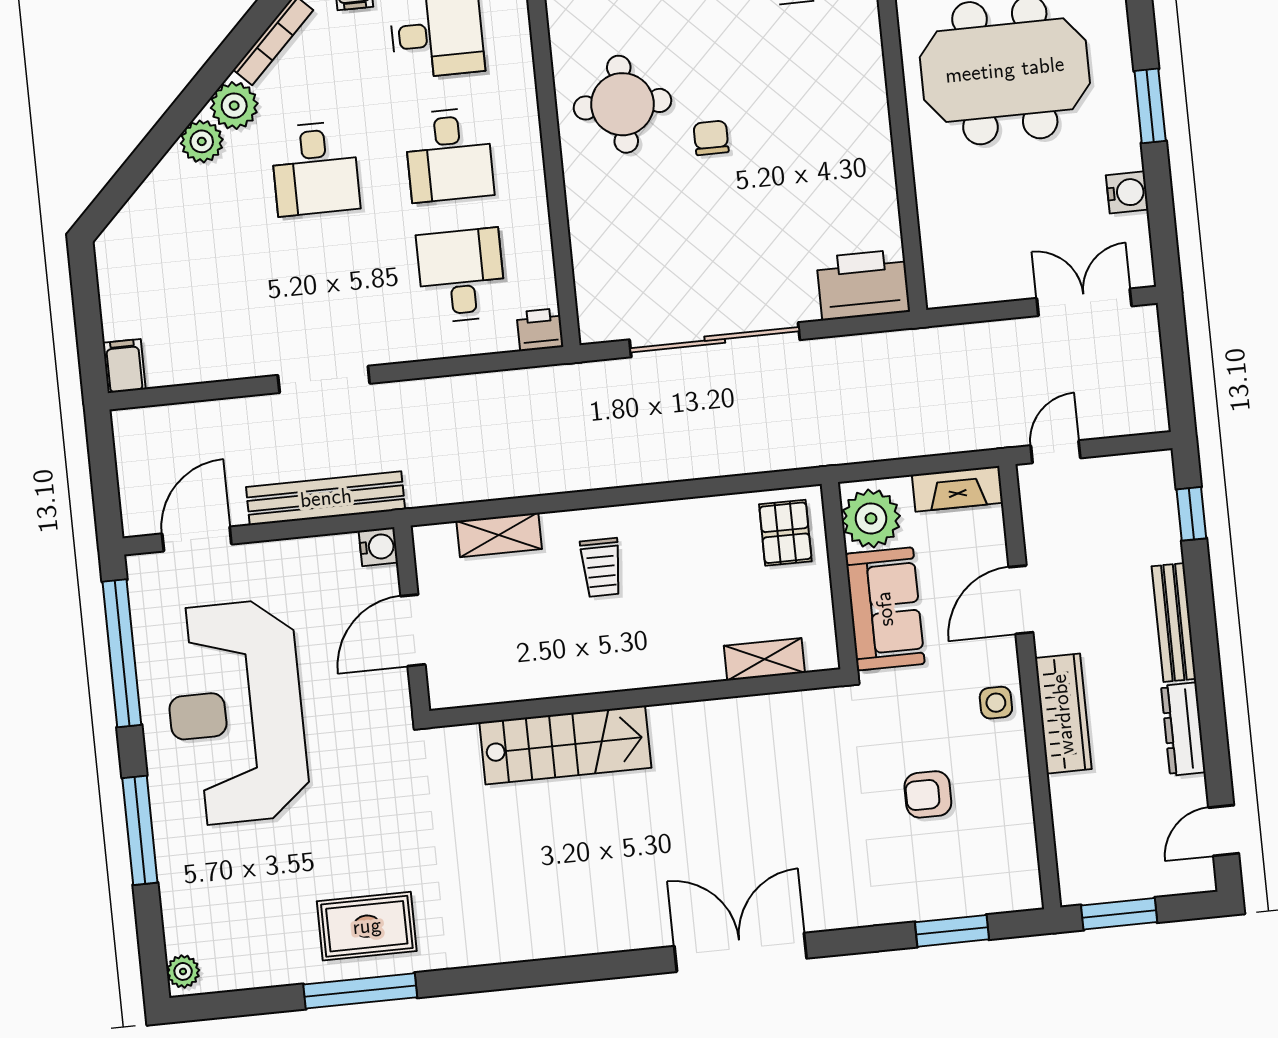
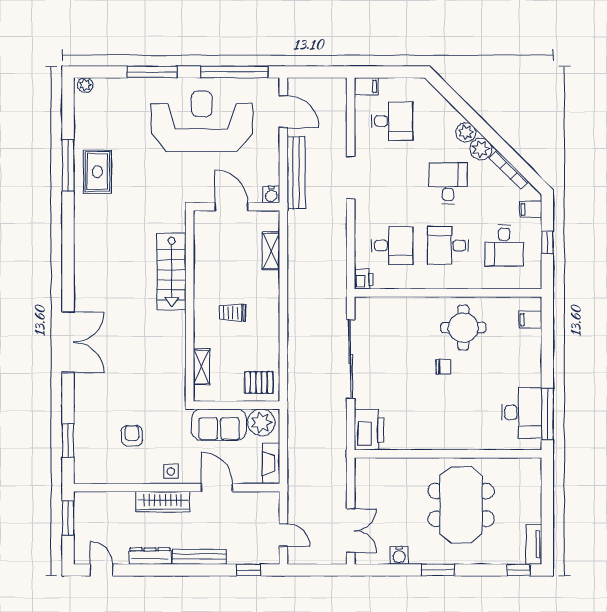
desk: (315, 168) -> (448, 183), turned 90
desk: (193, 303) -> (392, 121), added
door: (1056, 452) -> (283, 535), moved
trolley: (601, 567) -> (232, 313), moved

